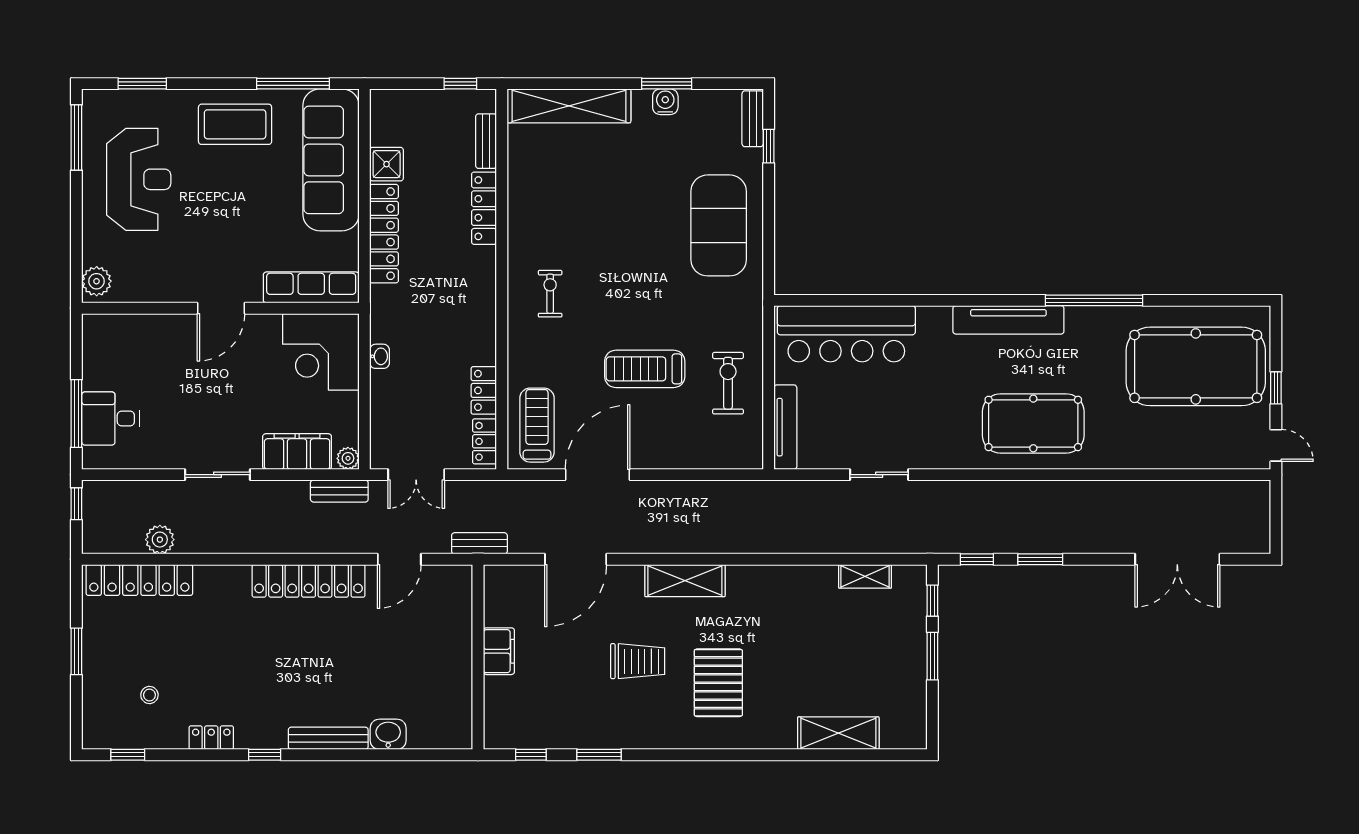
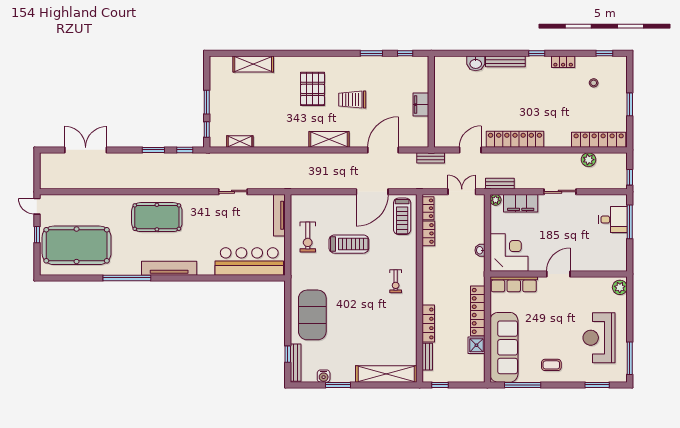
water cooler: (665, 102) -> (324, 376), moved
bench: (753, 119) -> (296, 363), width x1.36
coffee table: (235, 124) -> (551, 365), width x0.54, depth x0.58

